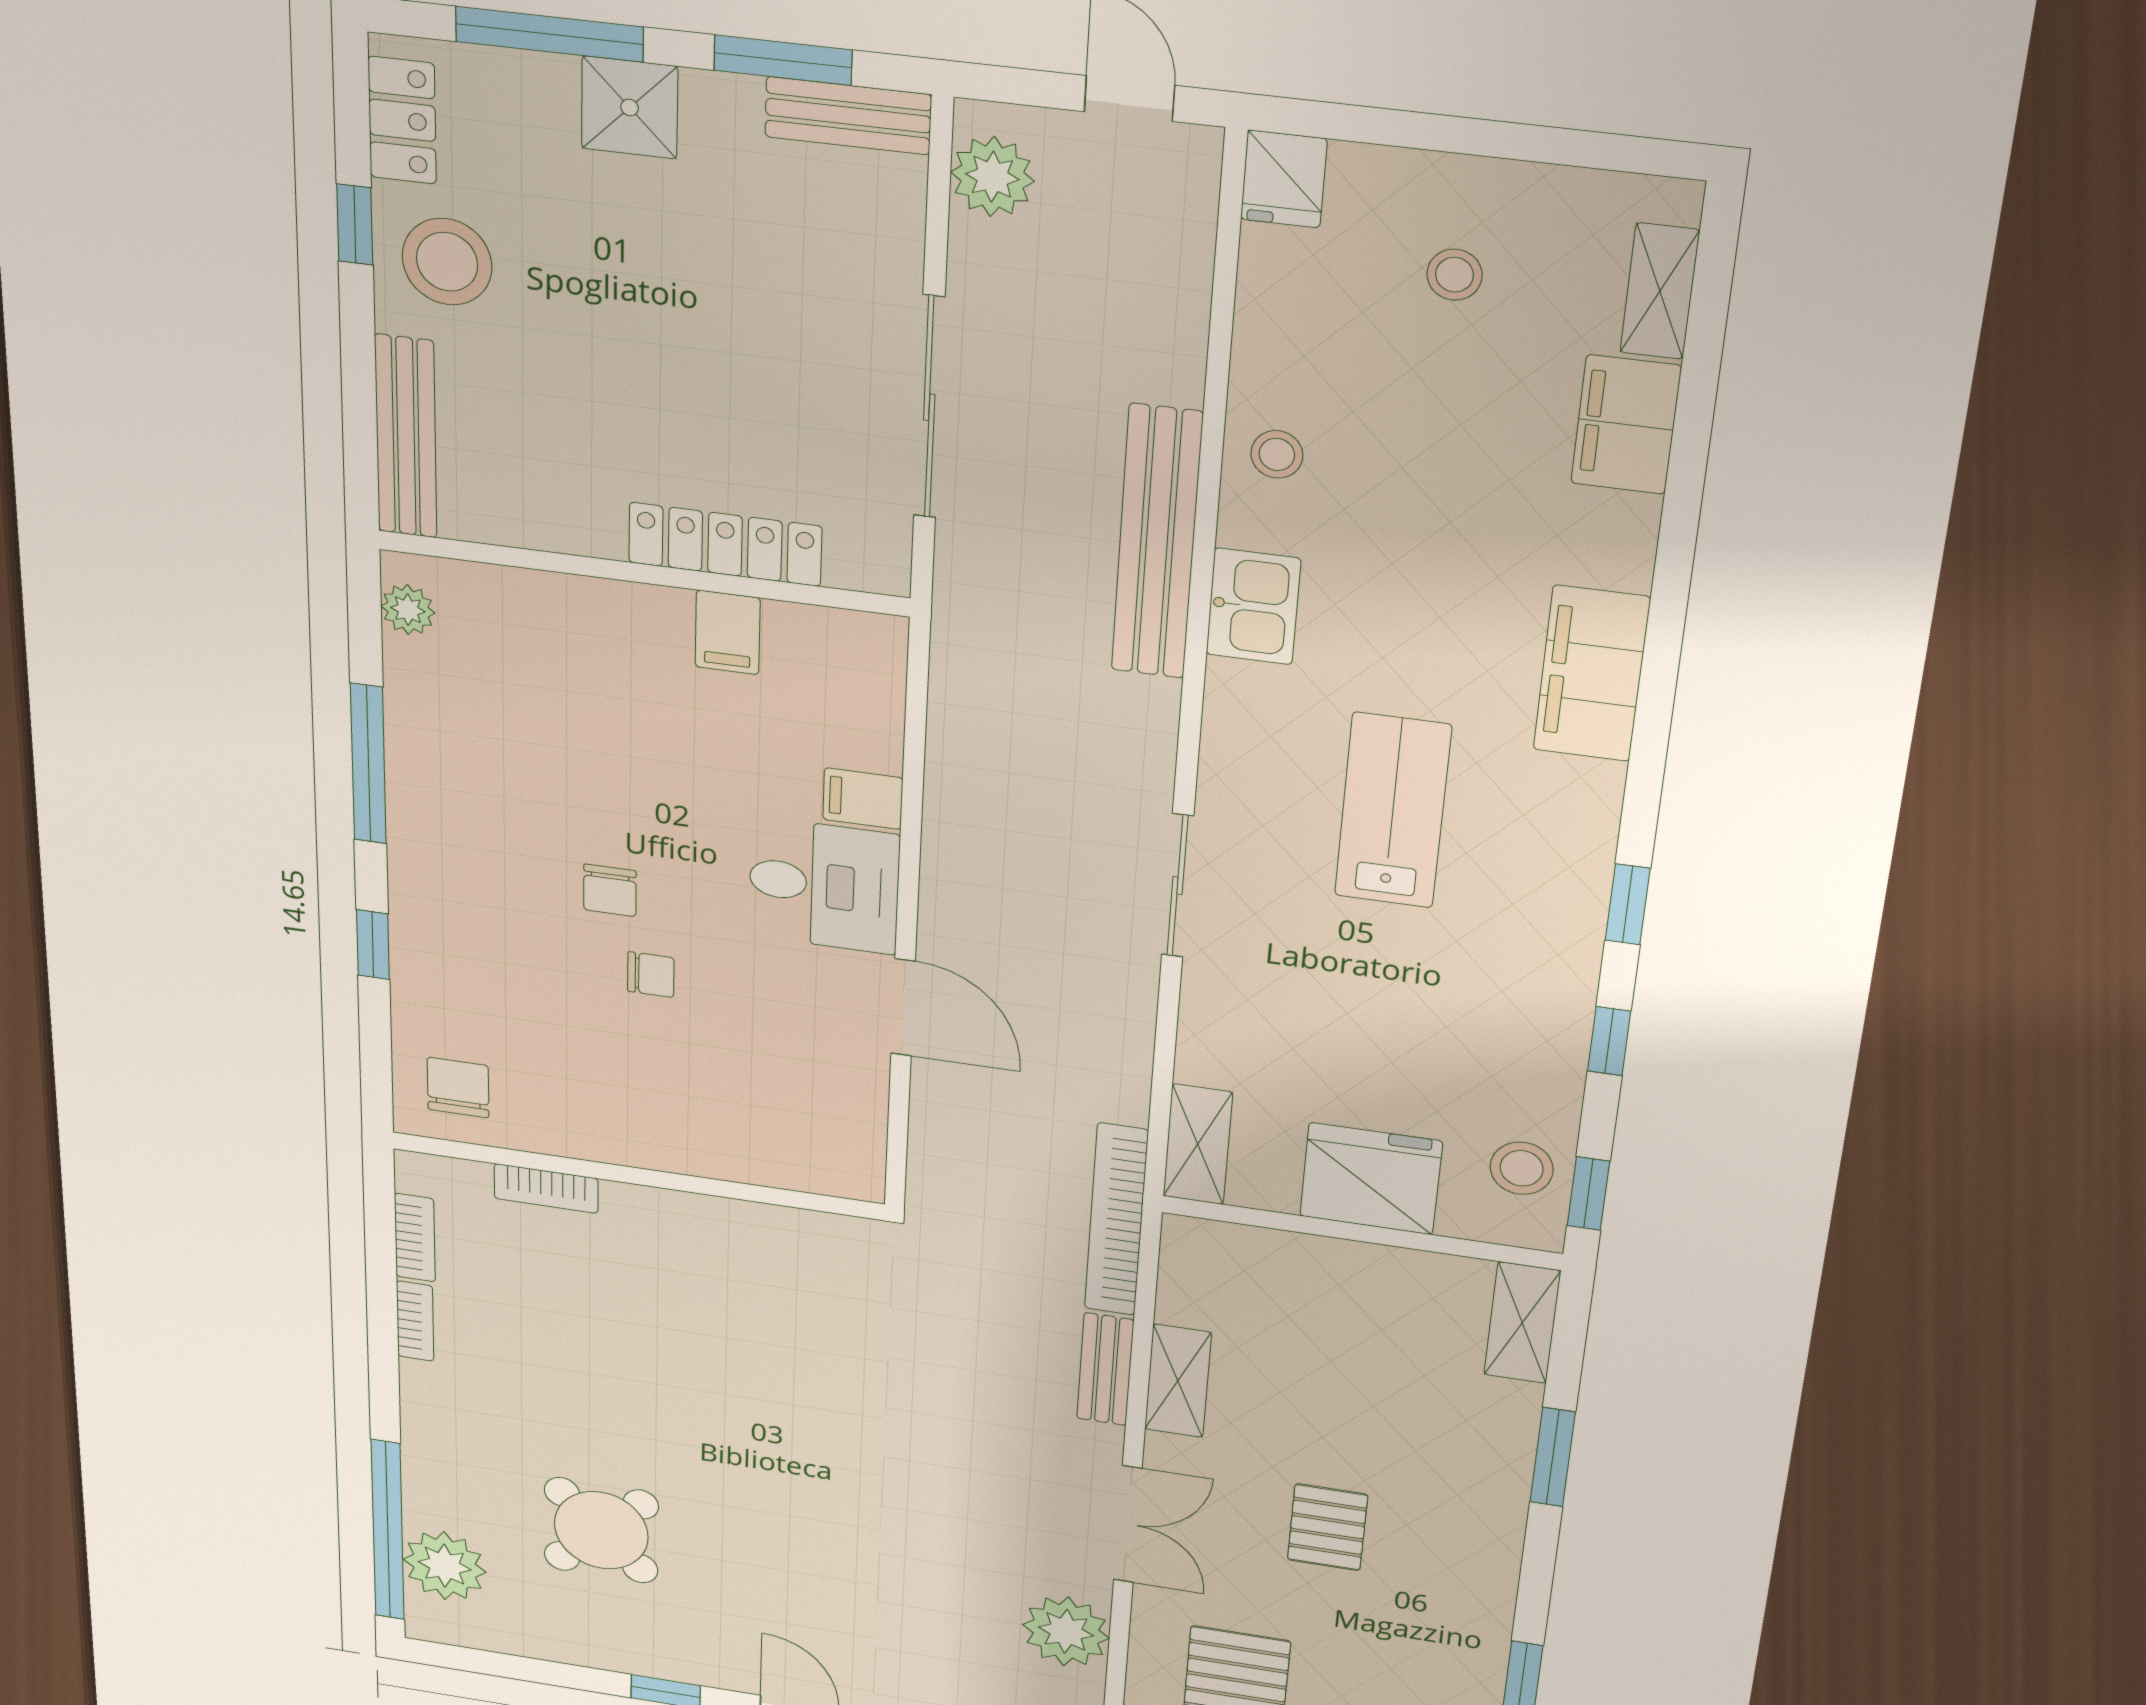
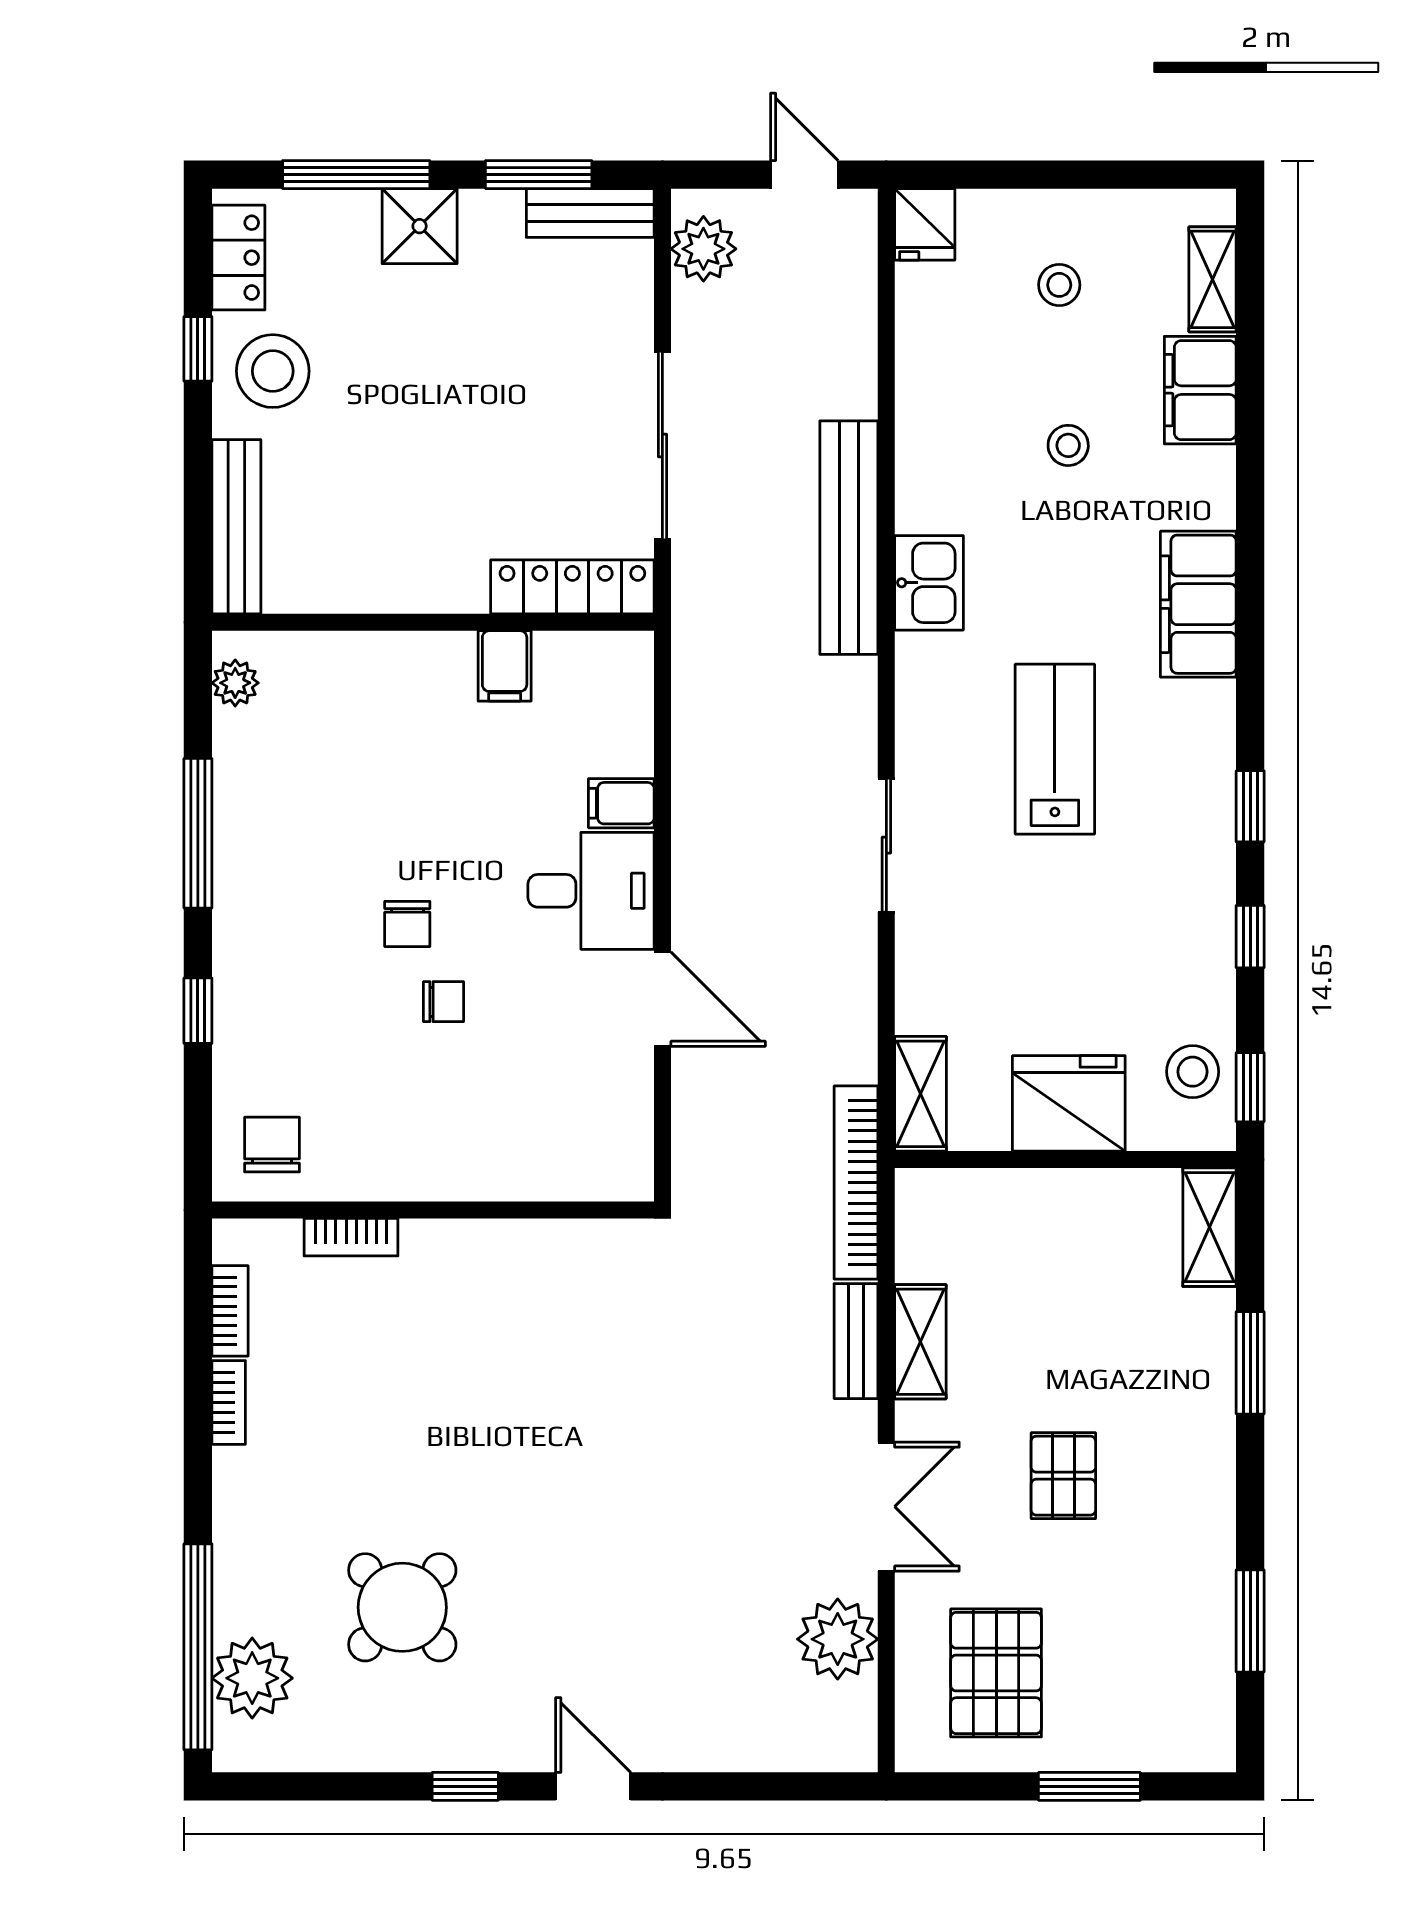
stool: (1277, 454) -> (1068, 445), moved
locker: (725, 544) -> (572, 587), moved

